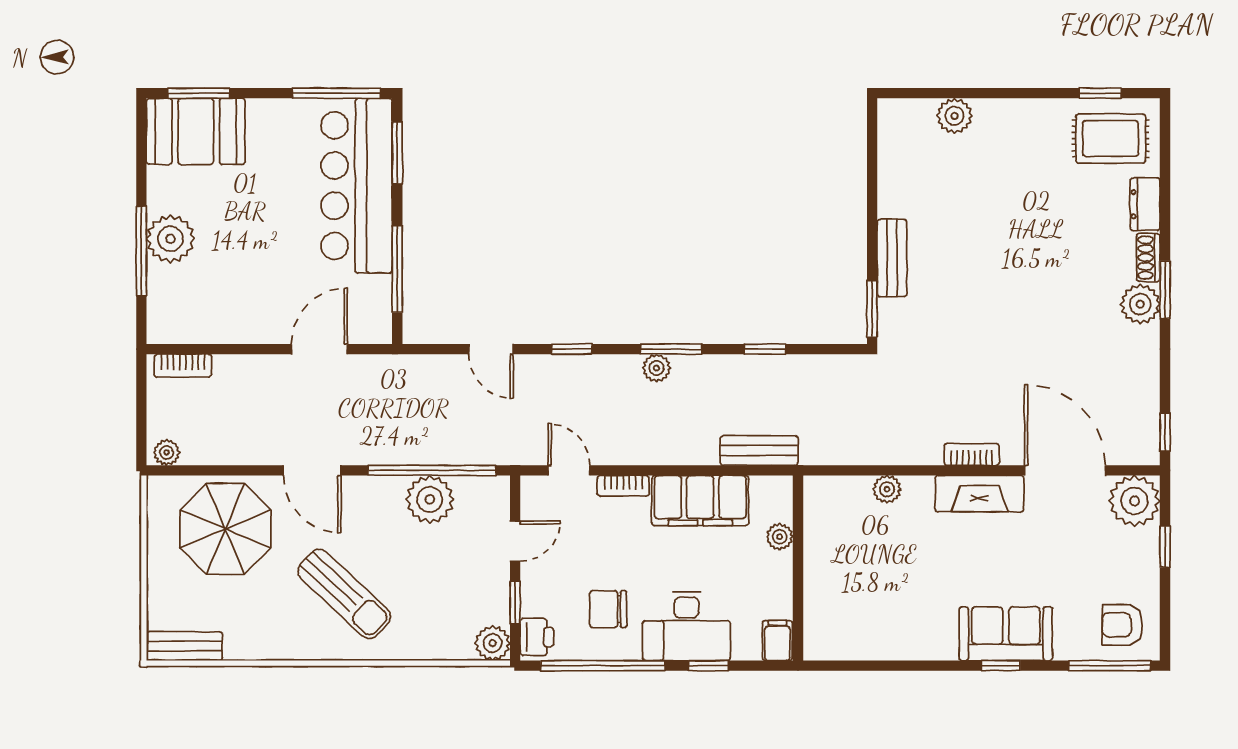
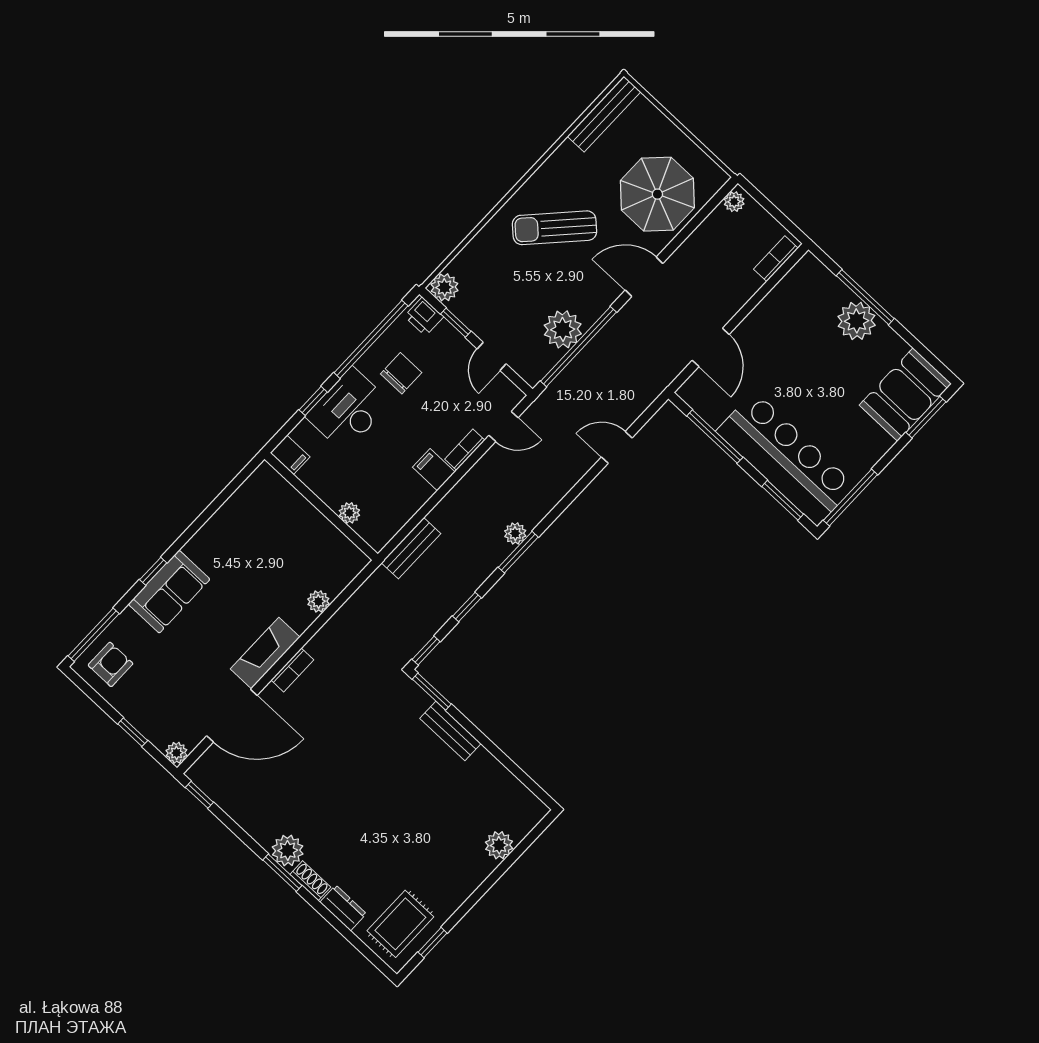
window: (572, 349) -> (426, 650), moved
filing cabinet: (700, 501) -> (434, 470), width x0.33, depth x0.86
plant: (1134, 501) -> (176, 753), width x0.53, depth x0.53
bench: (184, 646) -> (604, 114), width x1.36

